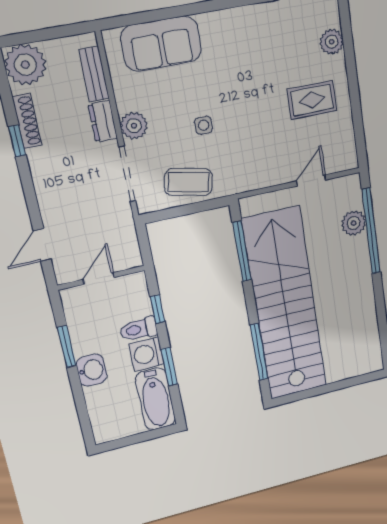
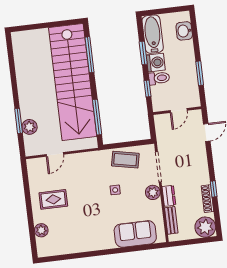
window: (371, 231) -> (19, 121), width x0.47
washbasin: (92, 370) -> (184, 31), moved

